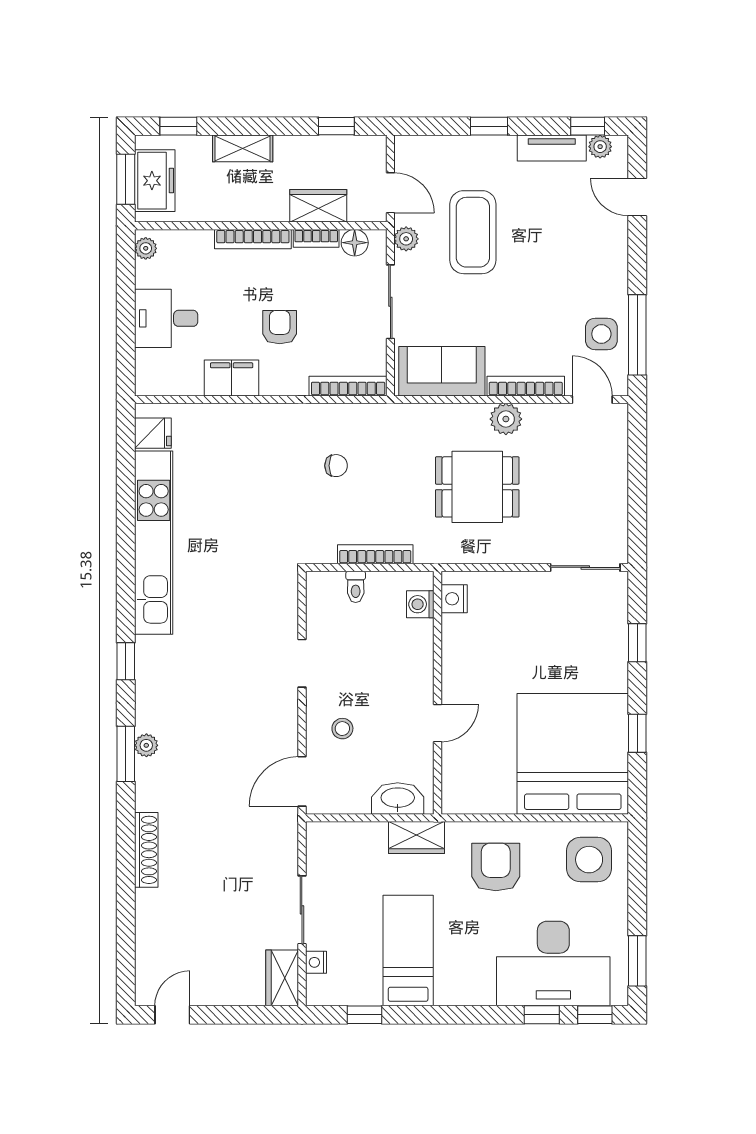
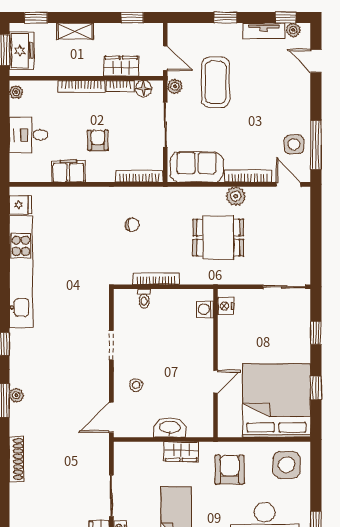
nightstand: (454, 599) -> (226, 306), moved
washing machine: (420, 604) -> (205, 309), moved
wall: (438, 693) -> (216, 363), moved
door: (438, 723) -> (216, 382), moved

